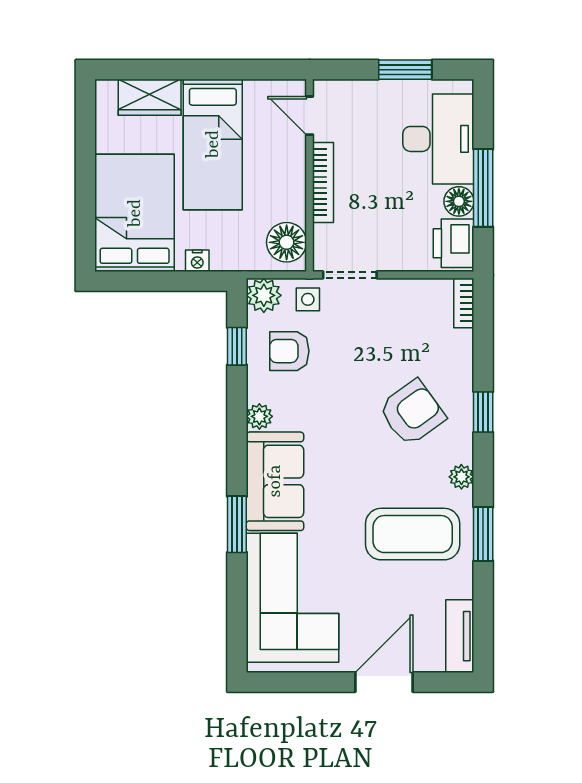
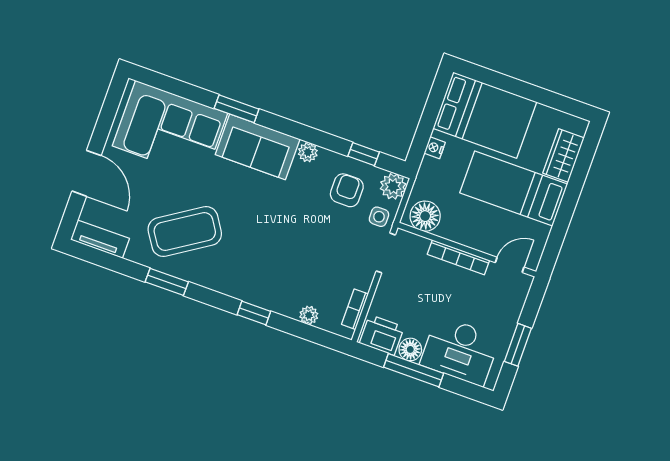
bookcase: (464, 303) -> (355, 309), moved, turned -90
armchair: (412, 413) -> (271, 262), removed
plant: (461, 477) -> (309, 315), moved
coffee table: (413, 534) -> (185, 232), turned 57

